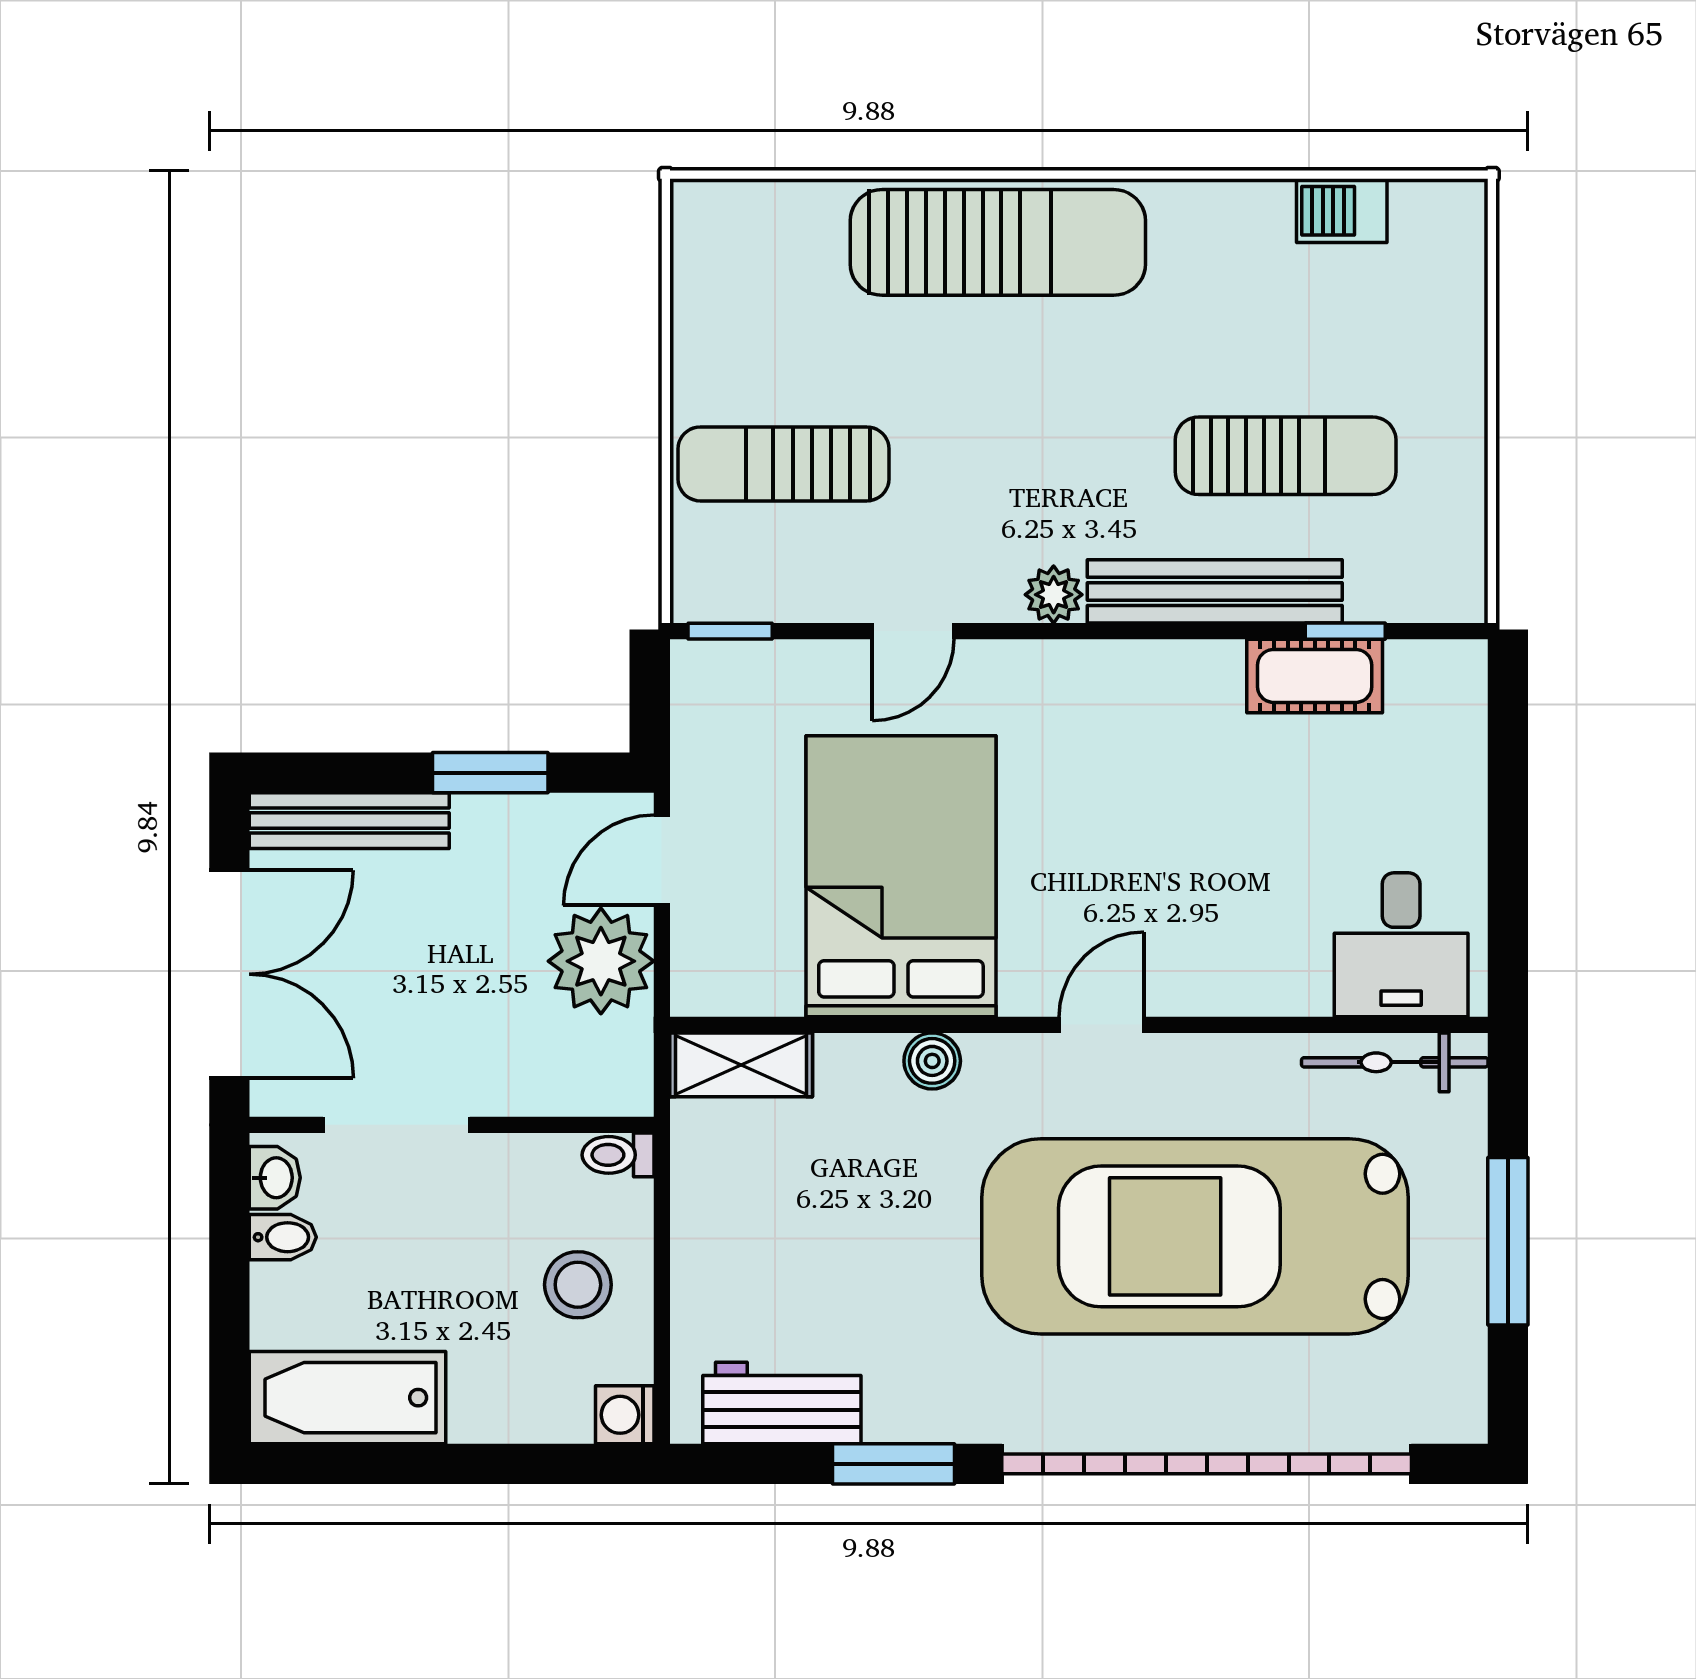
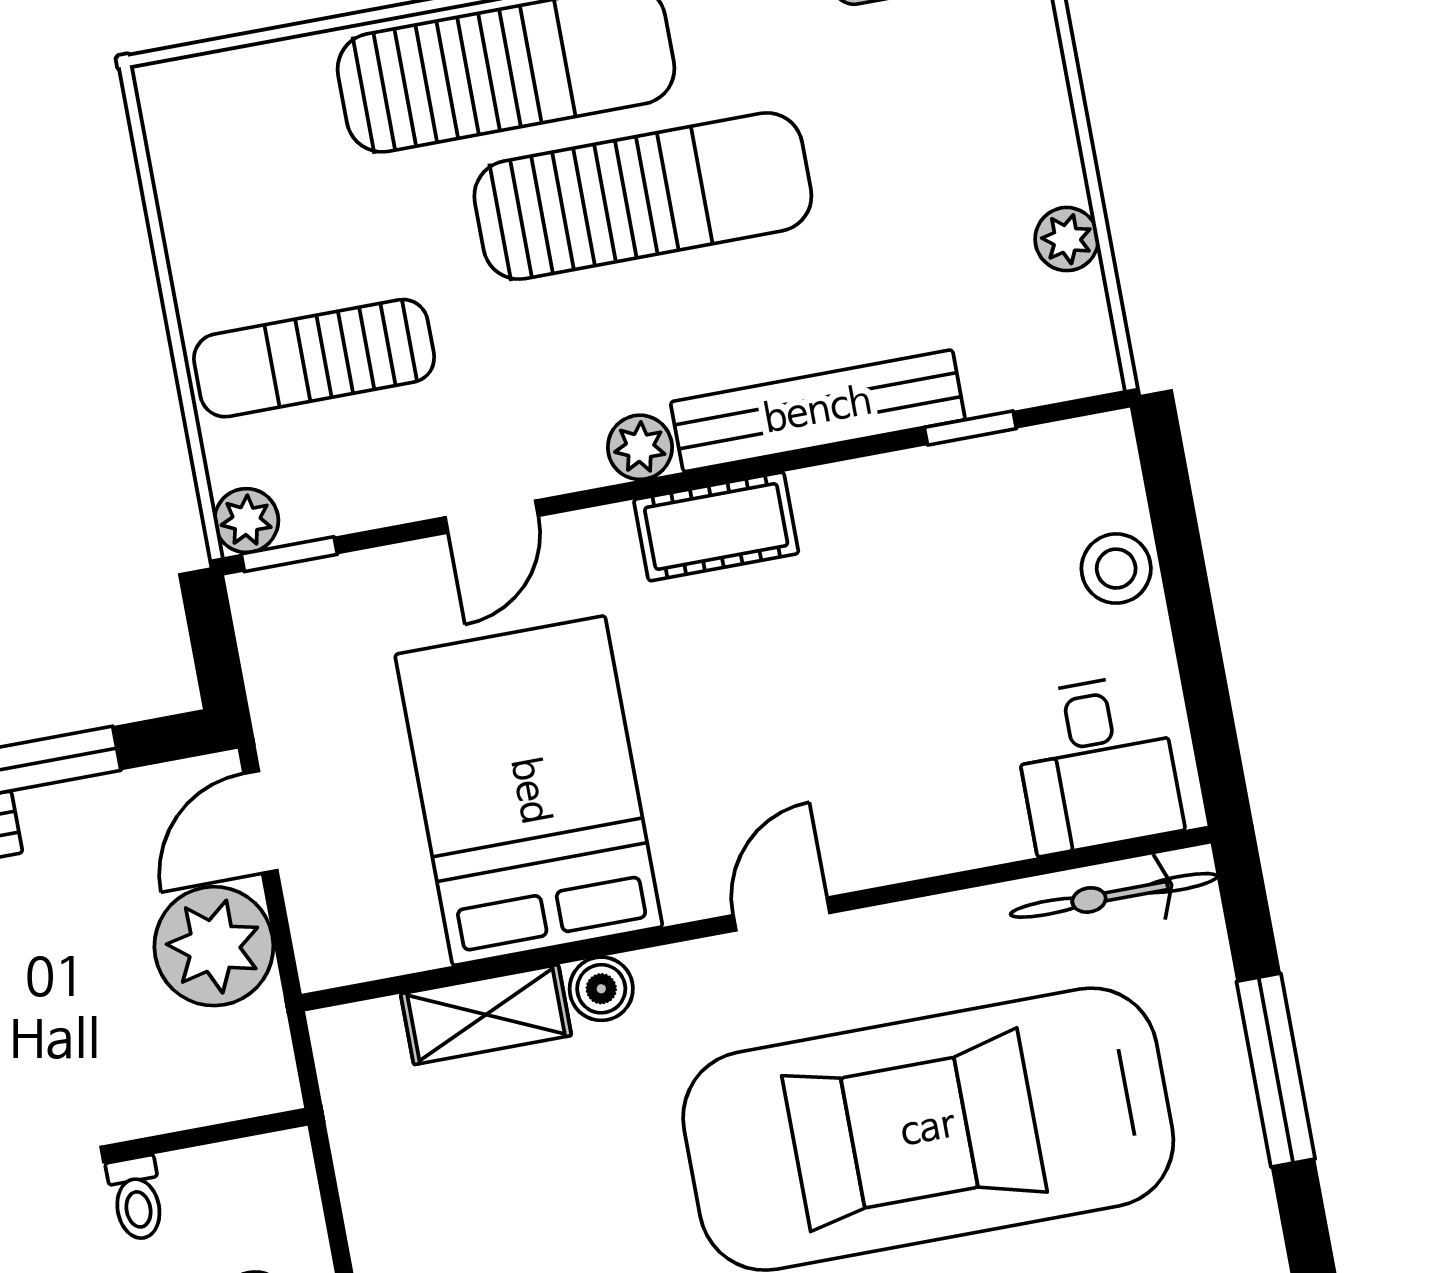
sun lounger: (1286, 456) -> (643, 196), moved, width x1.36, depth x1.34
plant: (1460, 482) -> (1067, 239), added
plant: (698, 595) -> (246, 520), added
cot: (1315, 676) -> (716, 526), moved
stool: (1450, 777) -> (1116, 569), added
shelving: (741, 1065) -> (486, 1015), moved
toilet: (618, 1155) -> (136, 1198), moved, turned -90

